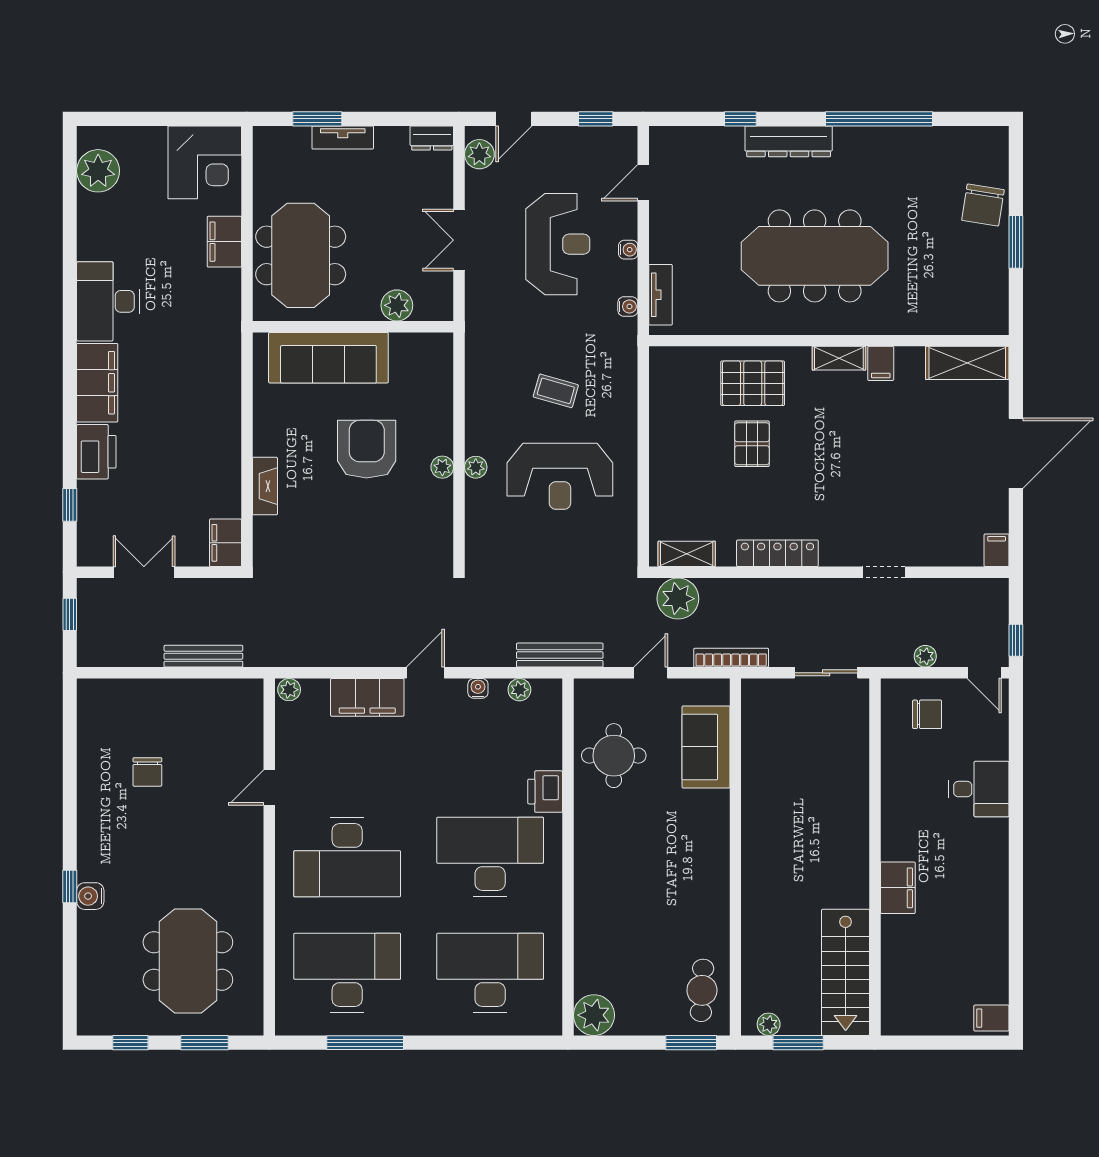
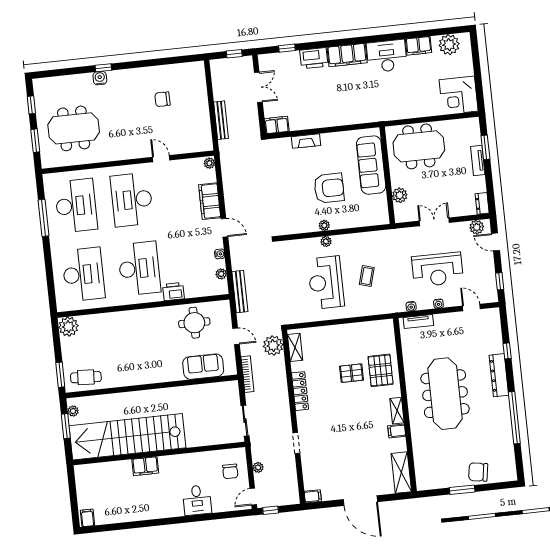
filing cabinet: (224, 242) -> (419, 46), moved, turned 180
stairs: (846, 972) -> (127, 437), width x1.86, depth x1.51

